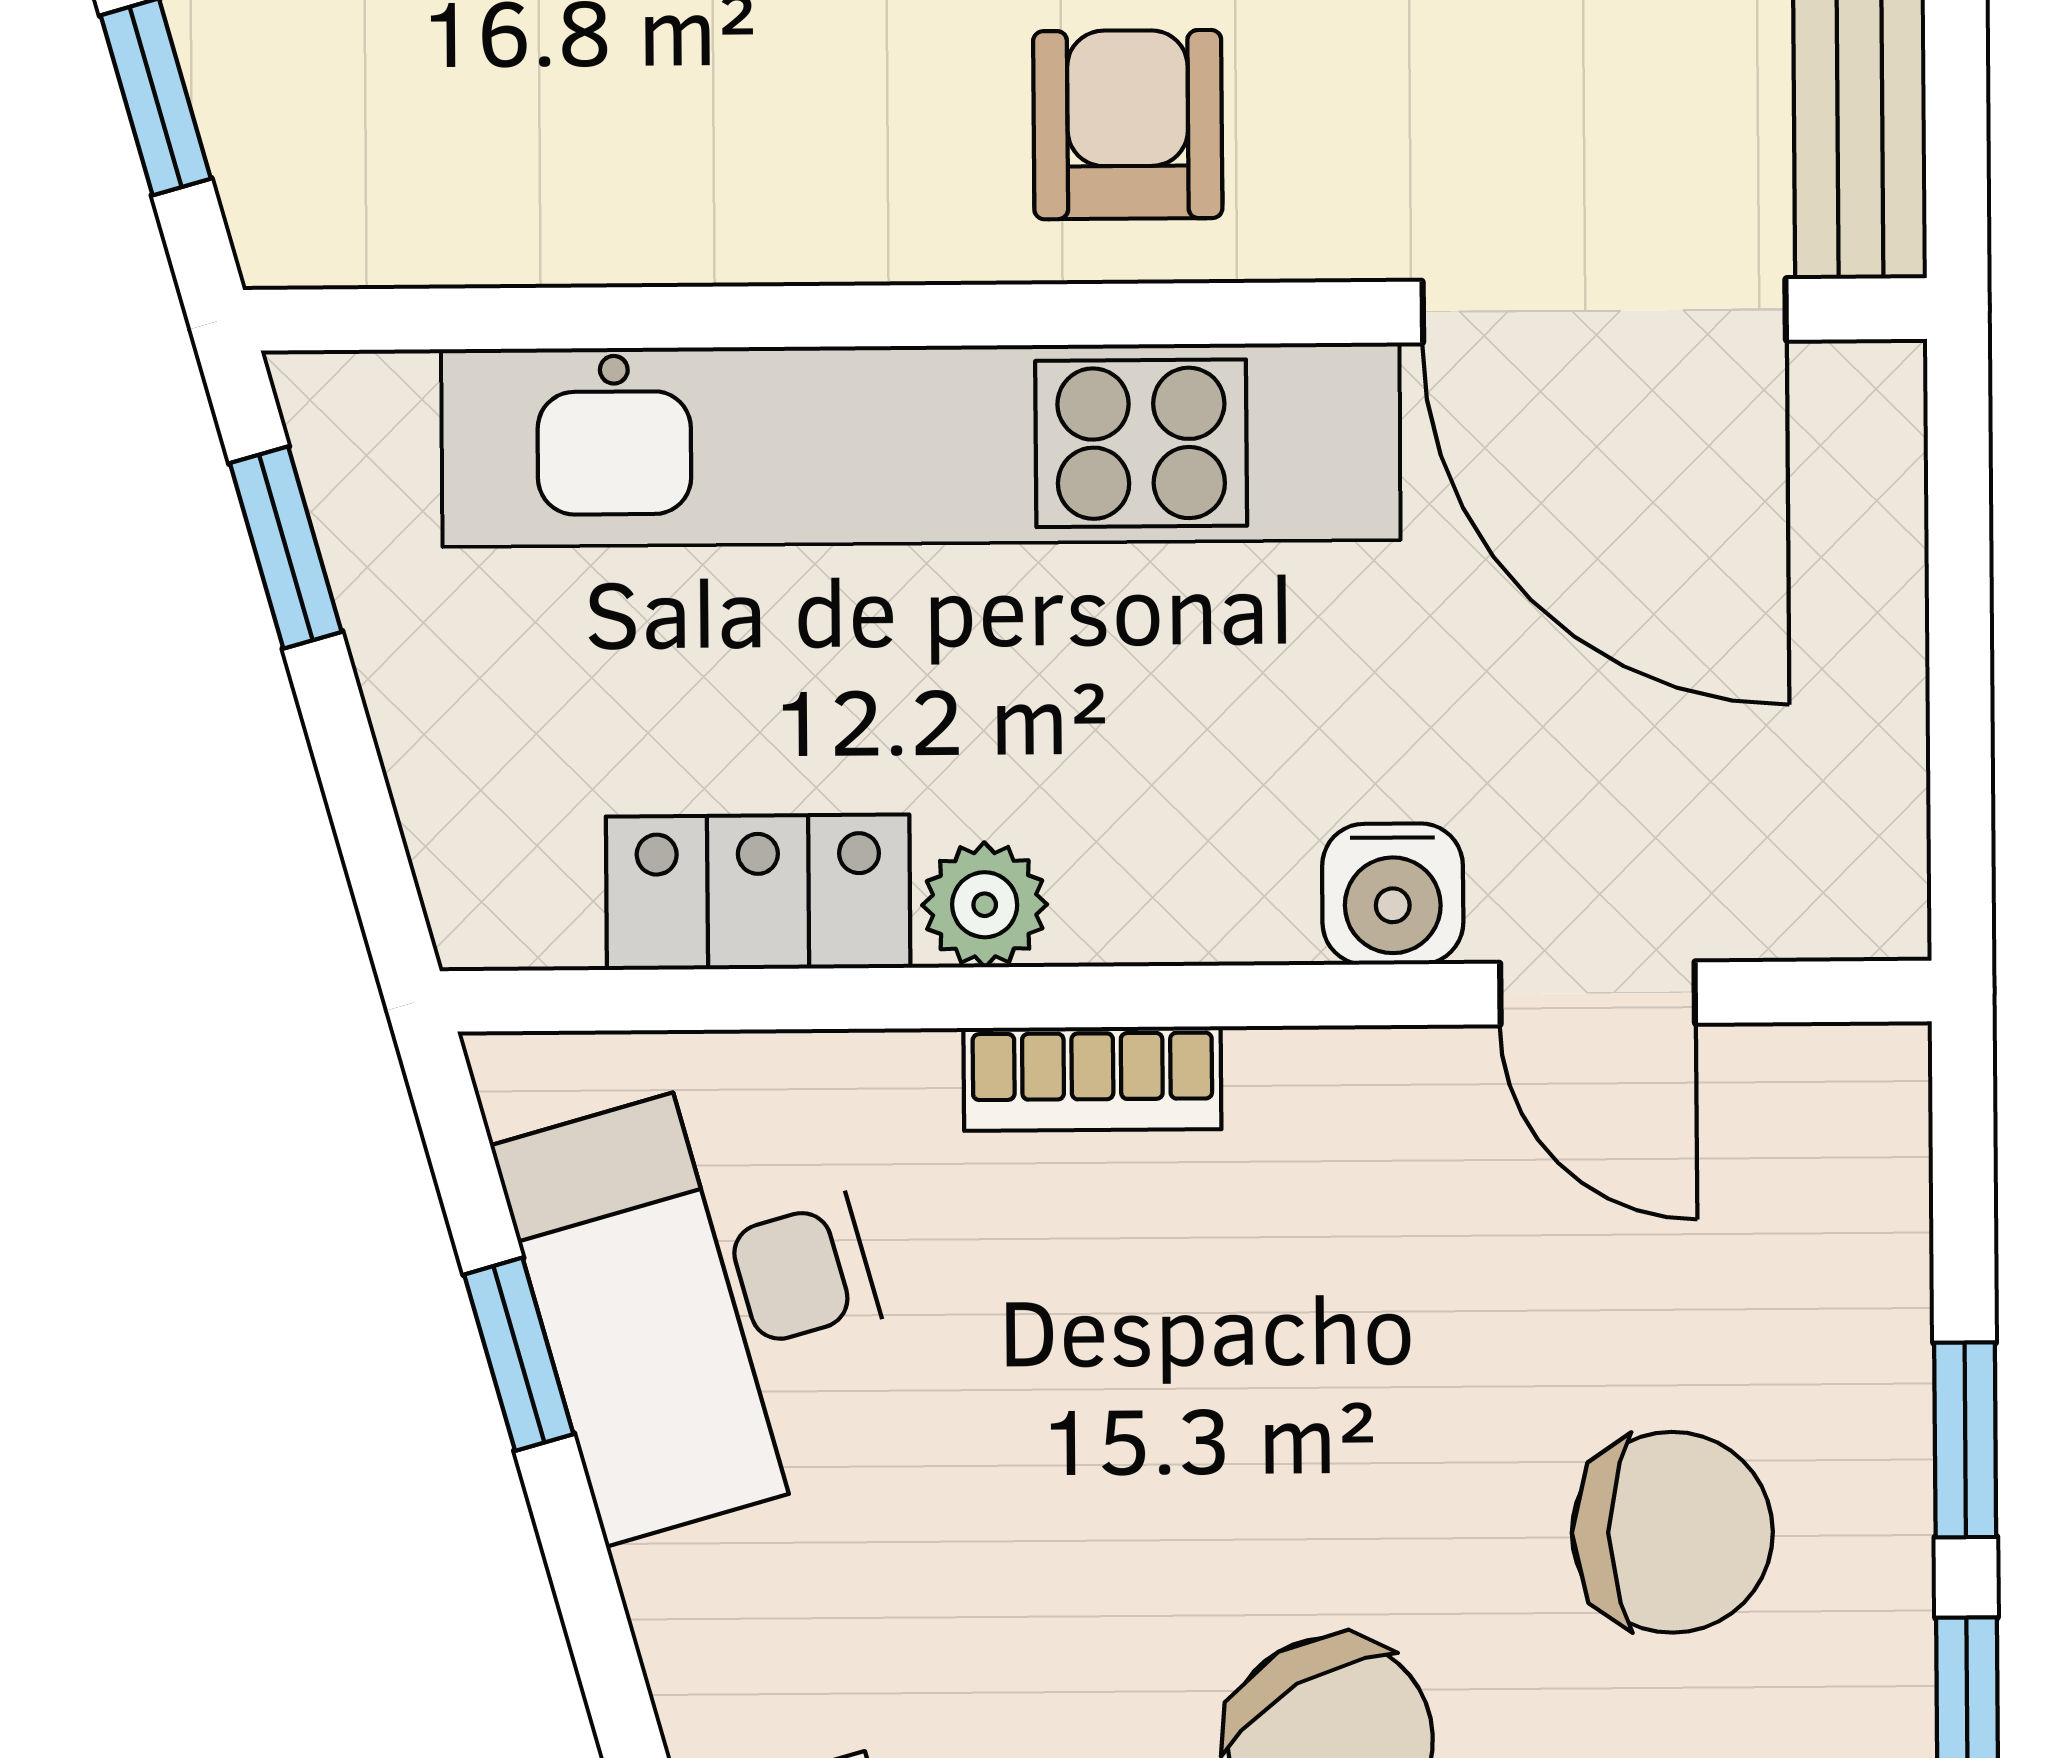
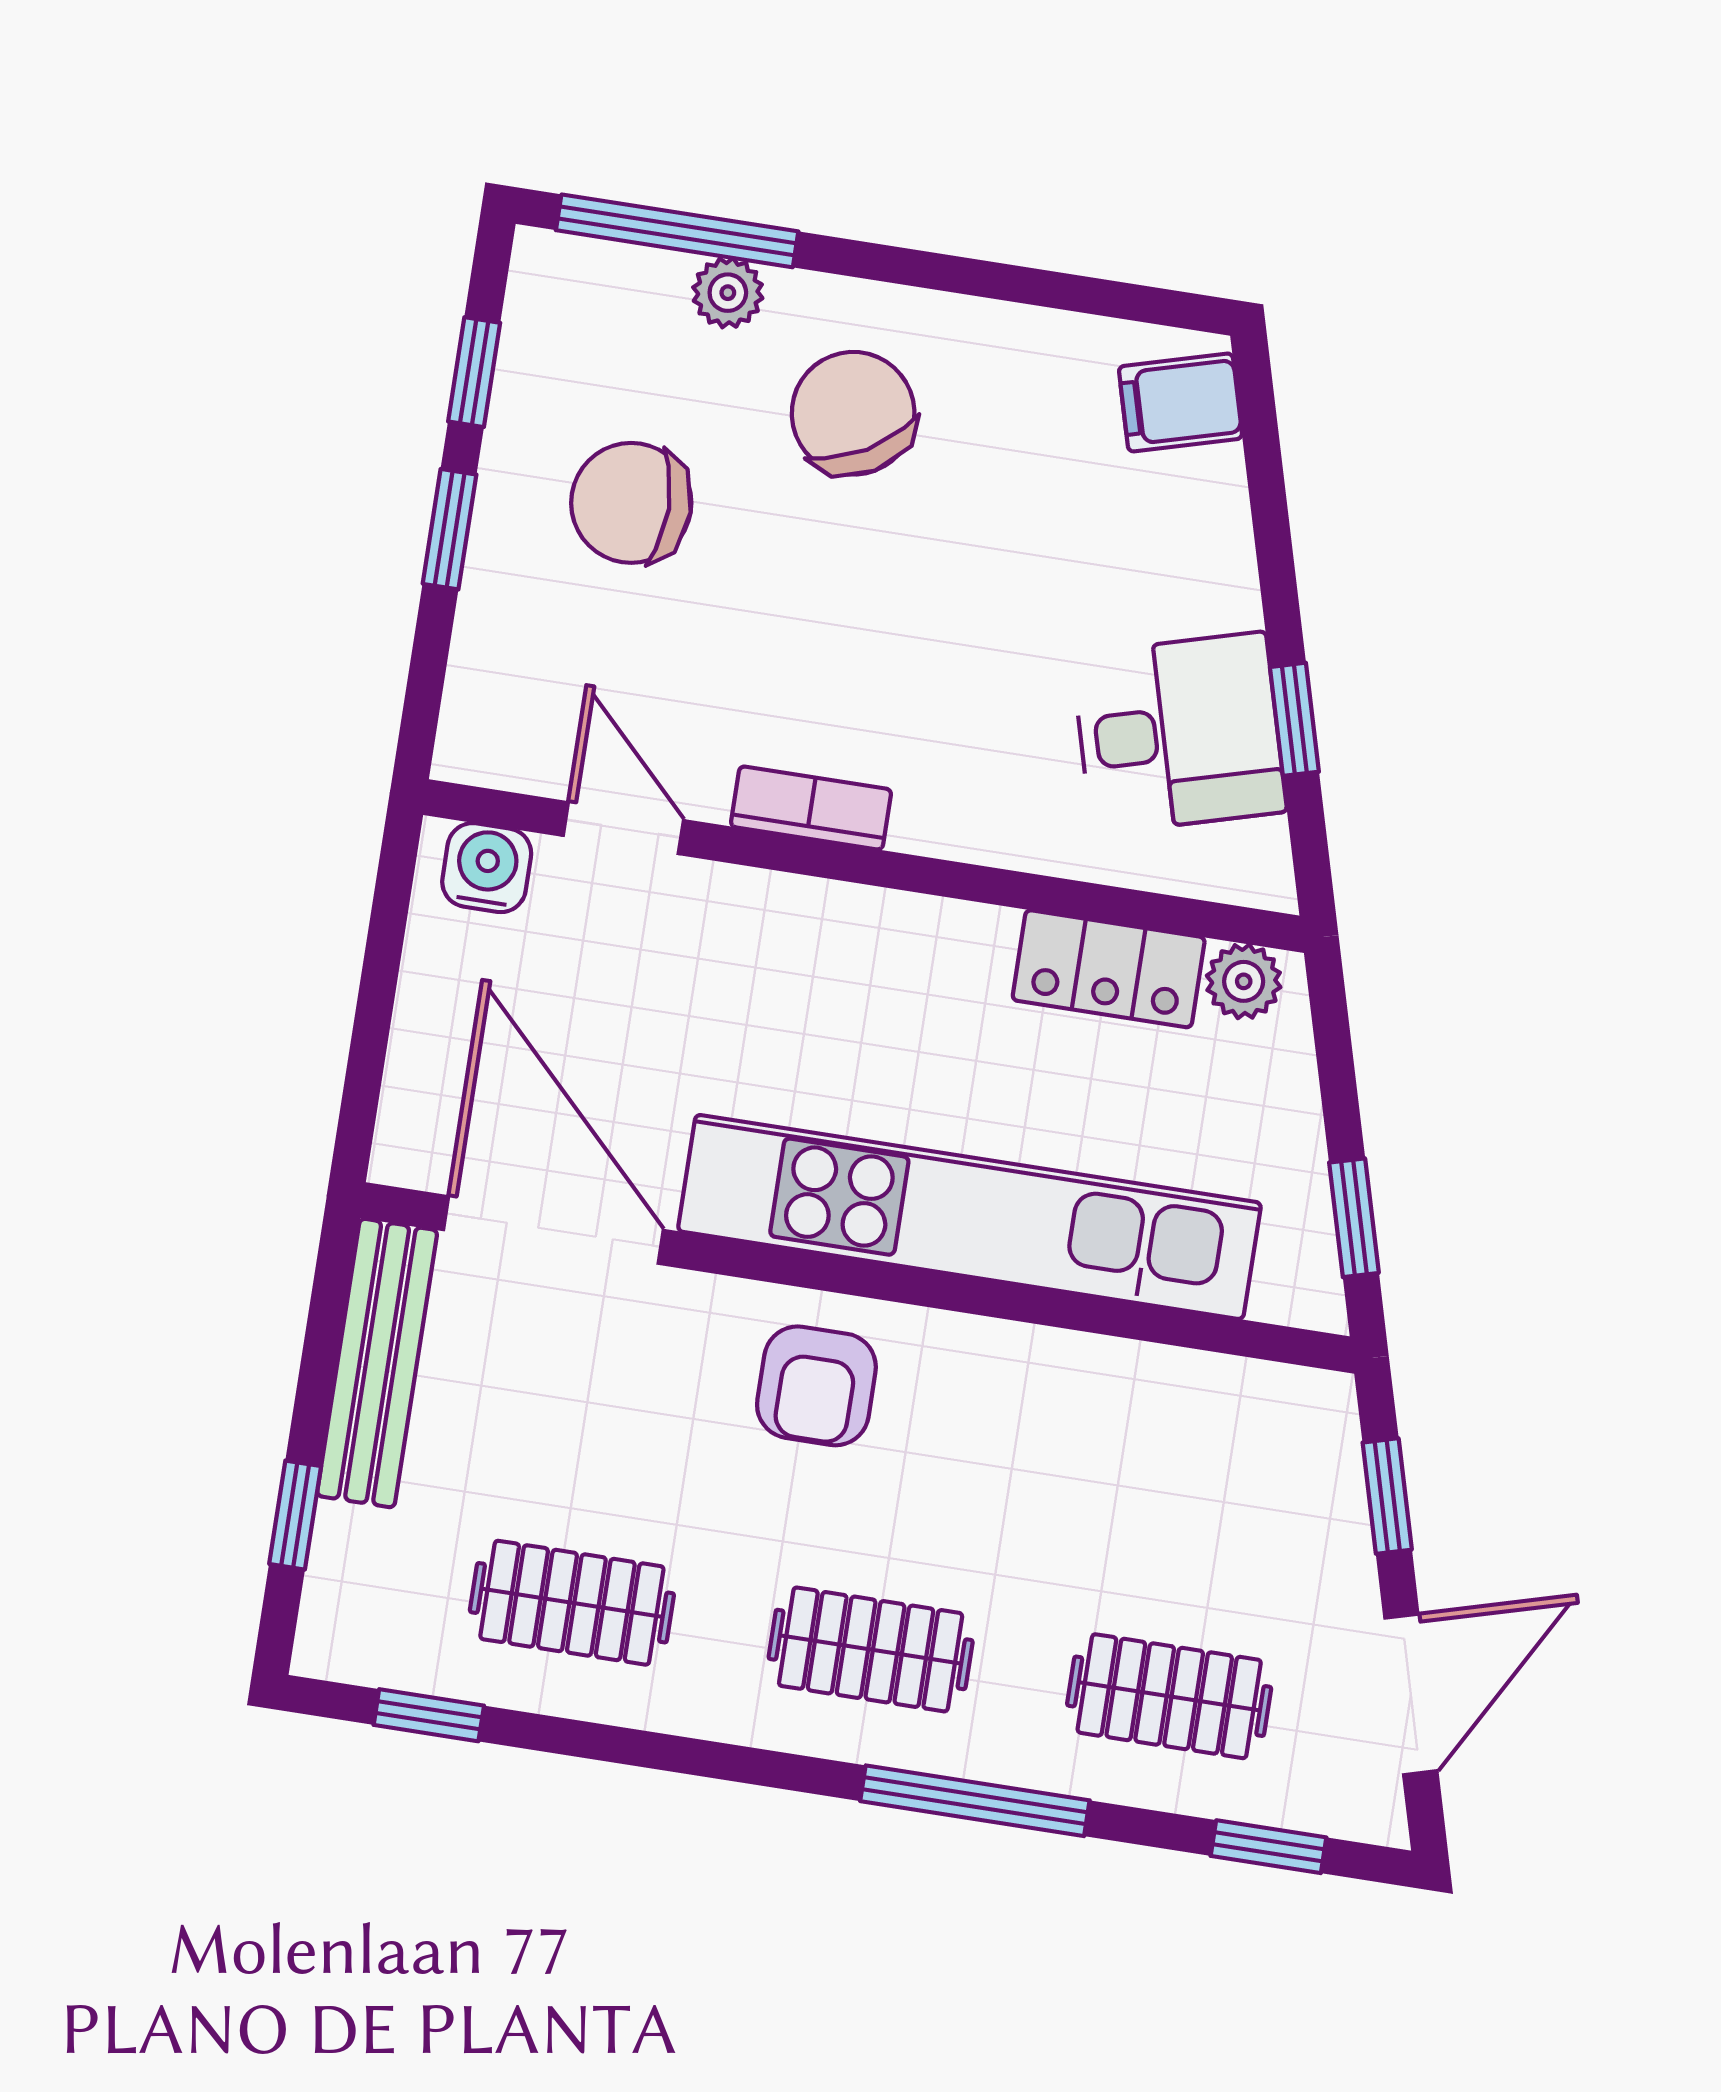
water cooler: (1393, 894) -> (487, 868), moved
plant: (985, 905) -> (1244, 981), moved
bookcase: (1092, 1079) -> (811, 808), moved
desk: (706, 1301) -> (1179, 733), width x0.73

